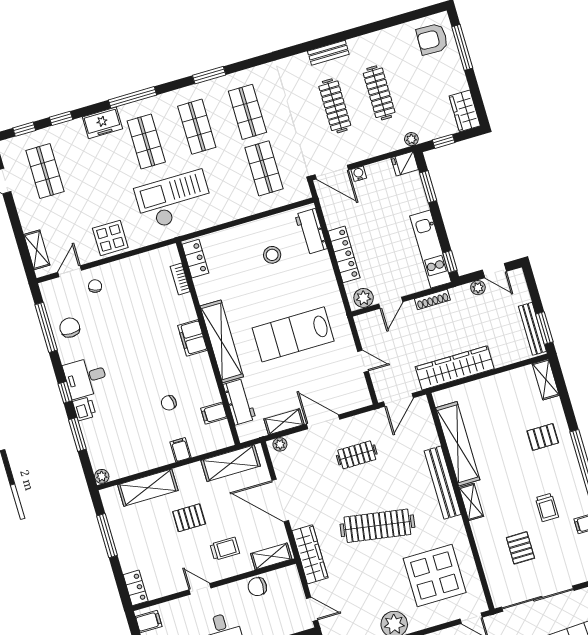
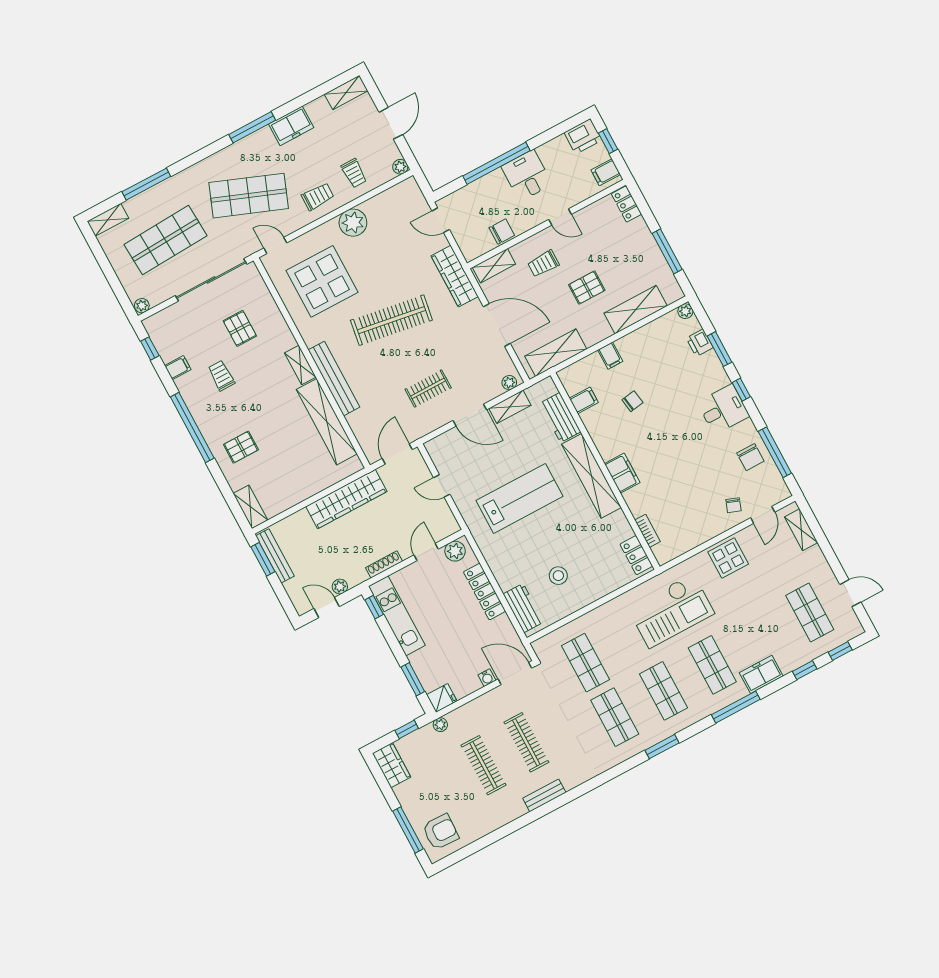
printer: (84, 409) -> (700, 343), moved

